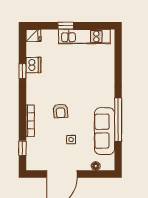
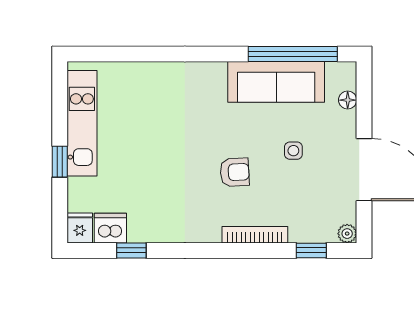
dishwasher: (33, 65) -> (110, 228), moved
window: (22, 71) -> (131, 250), moved
window: (118, 120) -> (293, 54), moved
plant: (31, 166) -> (347, 234), added

